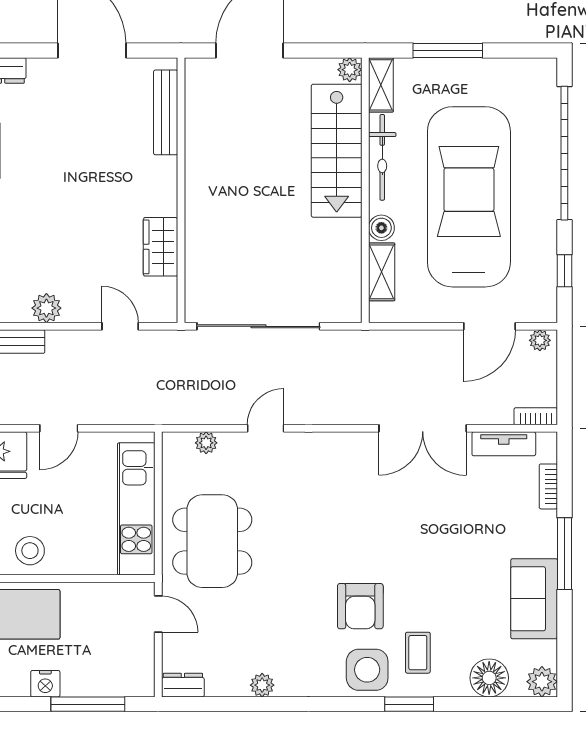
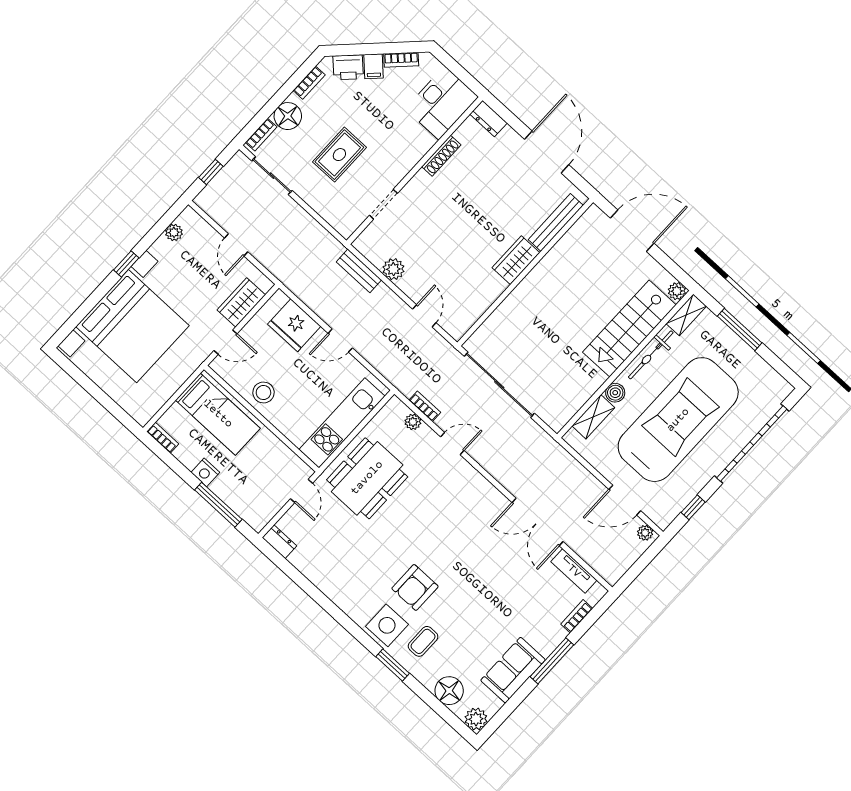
wardrobe: (160, 247) -> (516, 260), moved
bookcase: (536, 416) -> (425, 406), moved
plant: (262, 685) -> (322, 581), removed

